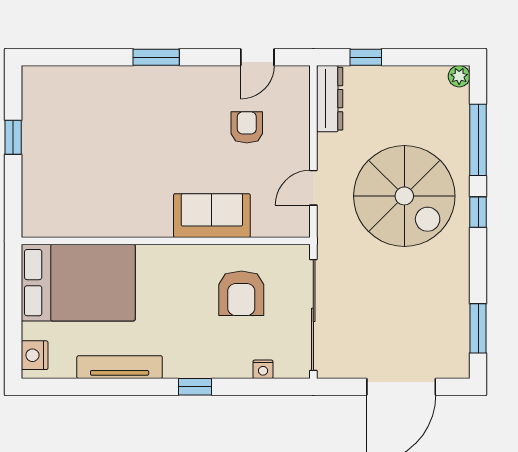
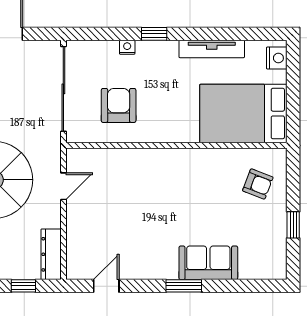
armchair: (247, 127) -> (258, 184), moved, turned -69
sofa: (212, 216) -> (208, 263), moved, turned 180
nightstand: (263, 369) -> (127, 47), moved

